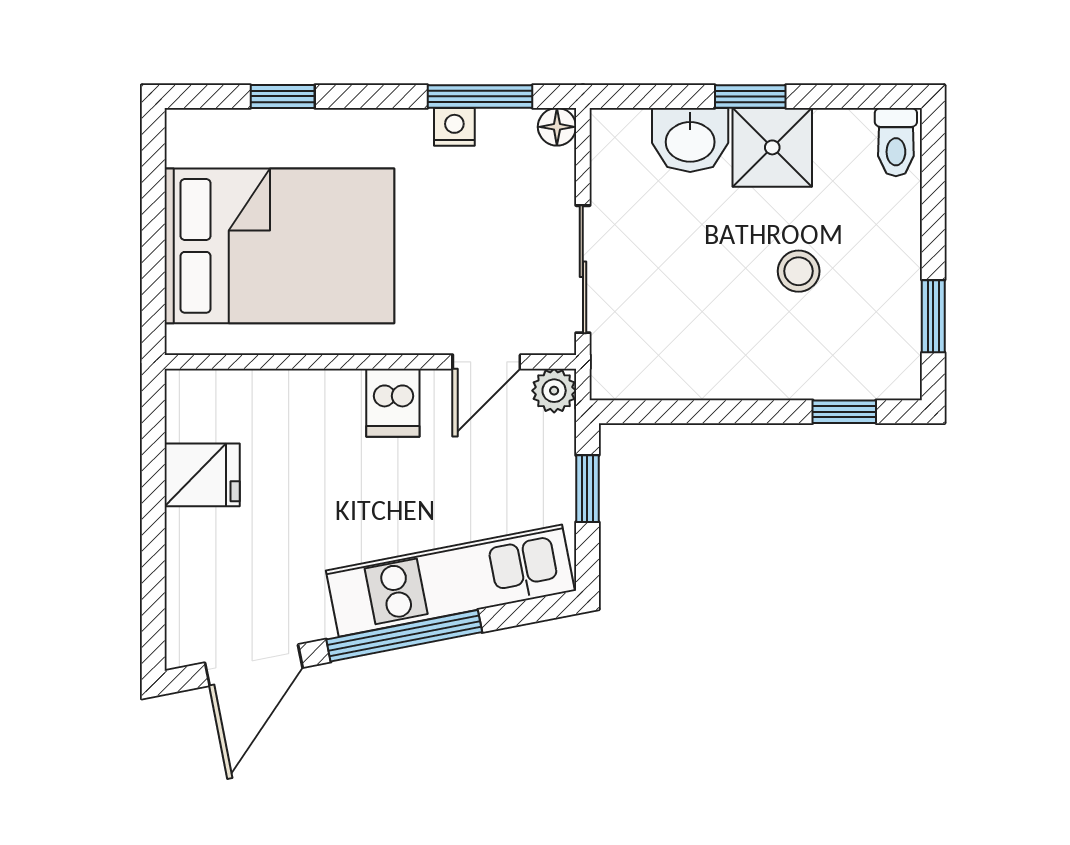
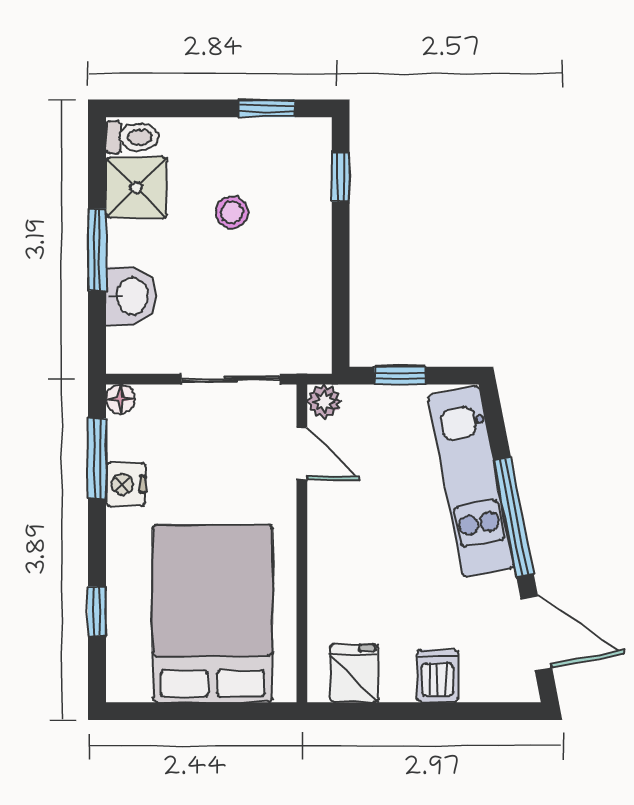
window: (750, 96) -> (97, 250), width x1.50
nightstand: (454, 127) -> (126, 484), width x1.39, depth x1.35
shower: (772, 147) -> (136, 188), moved
dishwasher: (393, 403) -> (438, 676), moved, turned -90
fridge: (202, 475) -> (354, 673), moved

